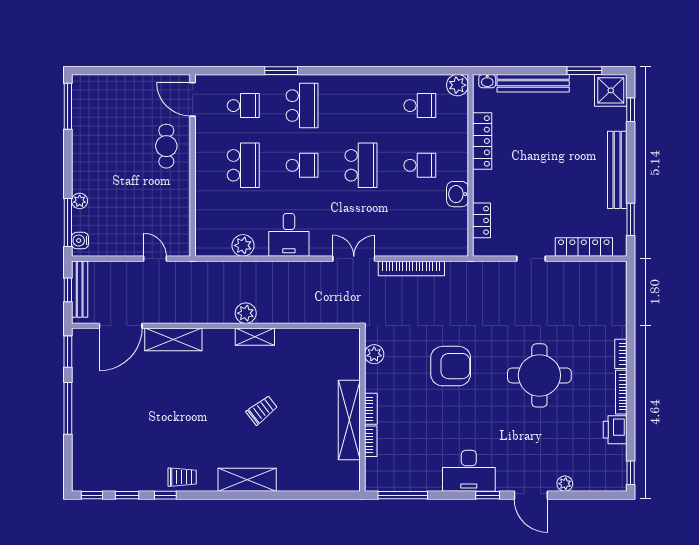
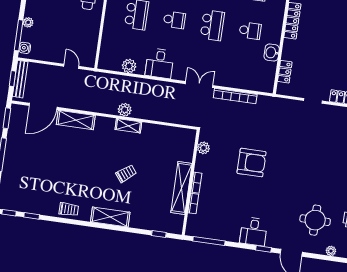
round table: (539, 375) -> (315, 220), moved, width x0.73, depth x0.73
desk: (469, 471) -> (254, 231), width x0.73
plant: (565, 484) -> (331, 251), moved
window: (165, 495) -> (159, 234), moved

